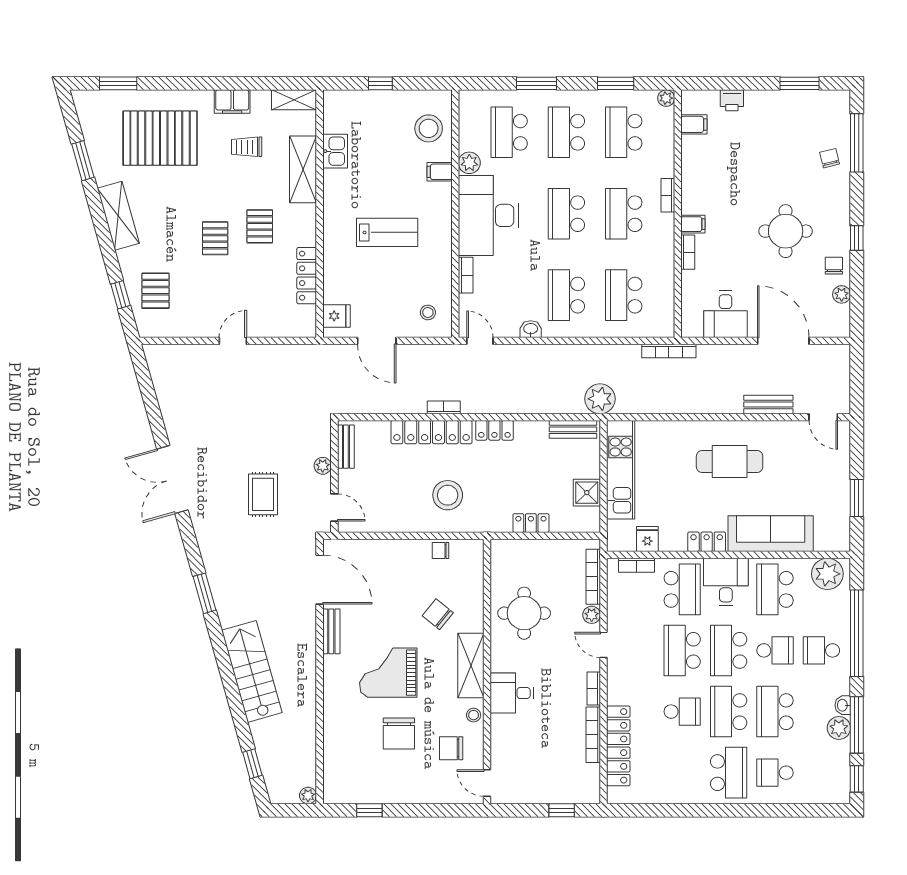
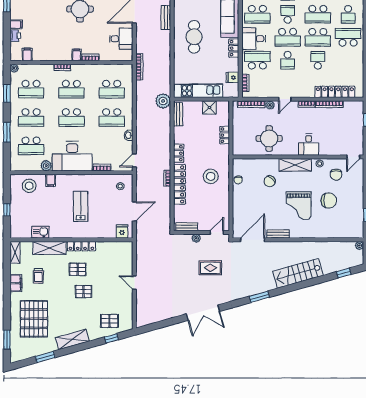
filing cabinet: (754, 102) -> (16, 25), added
locker: (307, 276) -> (81, 246), moved
school desk: (682, 650) -> (288, 60), width x0.54

